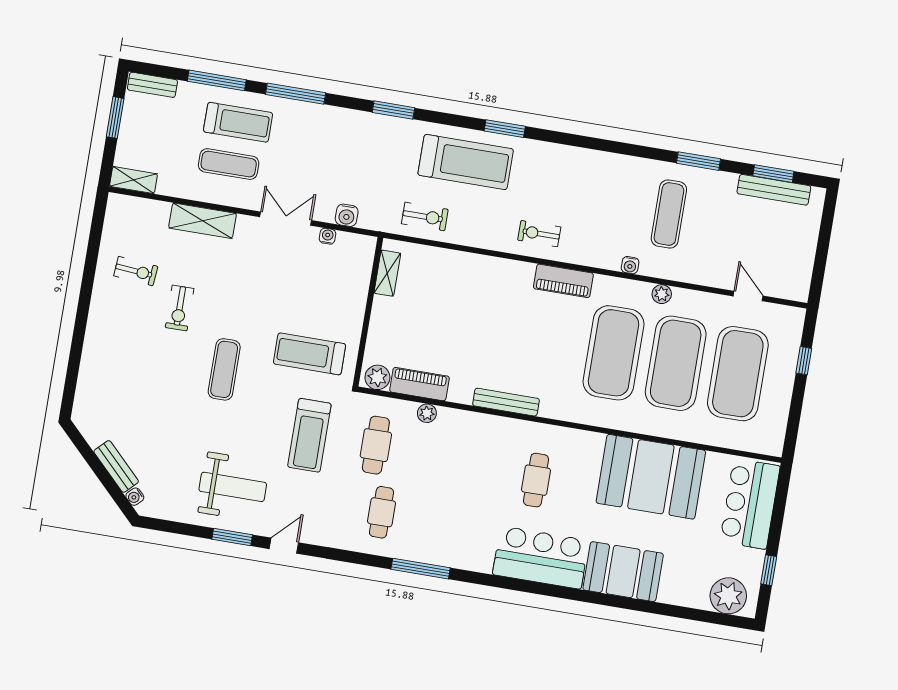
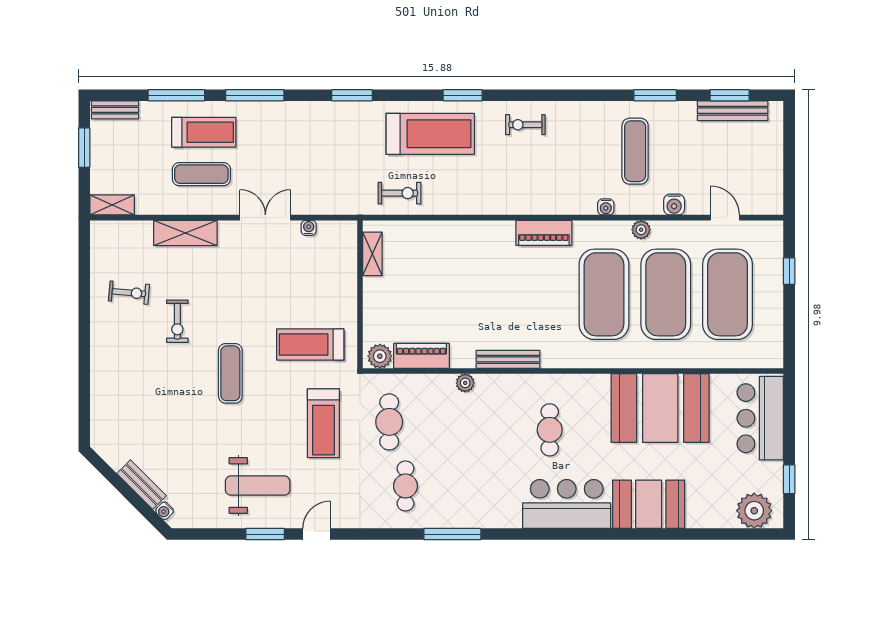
water cooler: (347, 215) -> (674, 205), moved
exercise bike: (539, 234) -> (525, 125), moved
plant: (427, 413) -> (465, 383), moved

